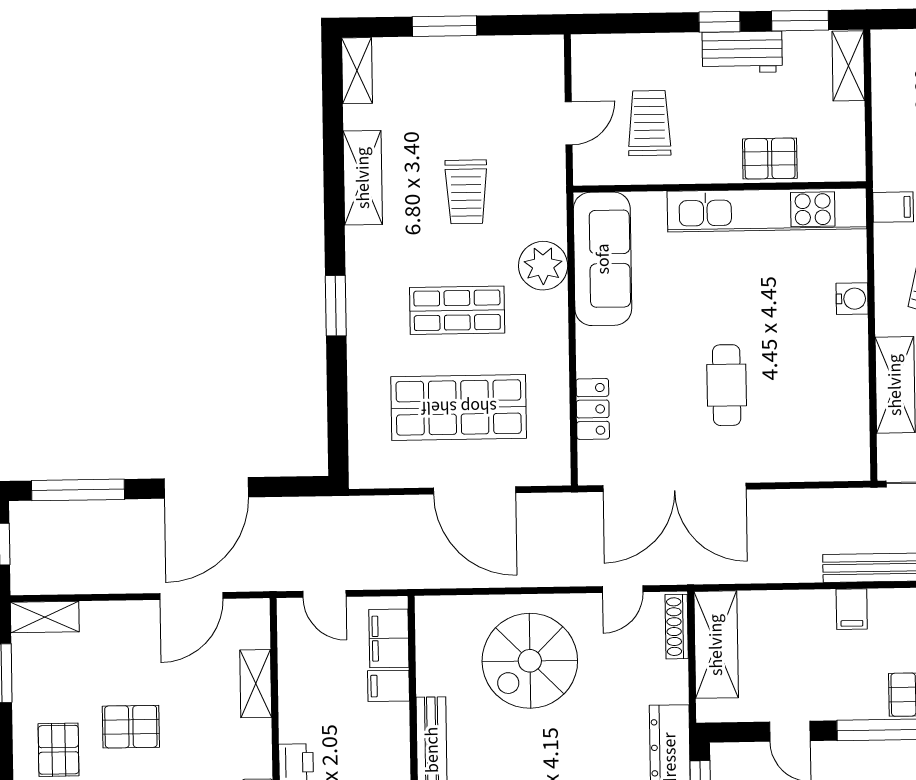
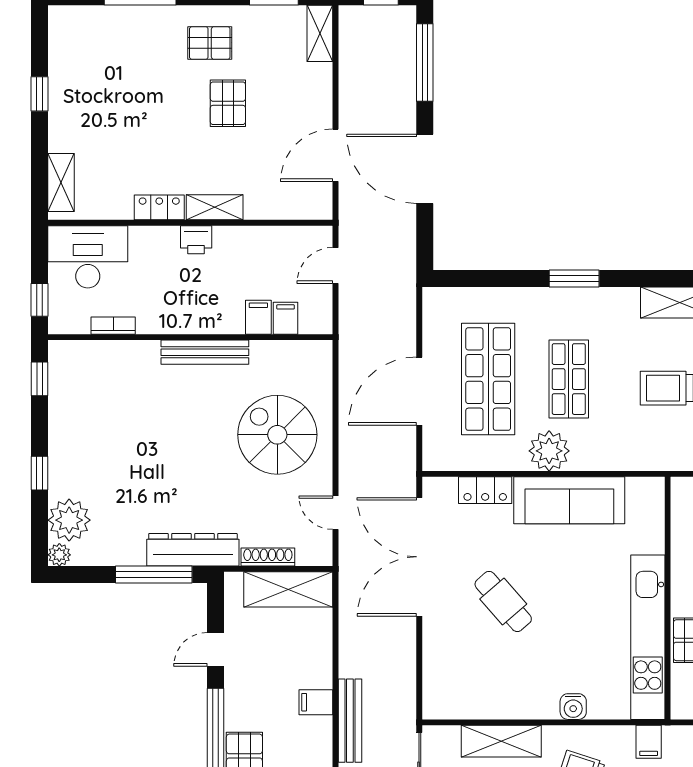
sofa: (603, 259) -> (569, 500), moved
plant: (543, 266) -> (549, 451), moved
cafe table: (727, 385) -> (503, 601), turned 49
door: (191, 596) -> (335, 155), hinge flipped
shoe rack: (677, 627) -> (268, 557), moved
filing cabinet: (389, 638) -> (286, 318), width x0.50
shelving: (256, 684) -> (215, 207), moved

